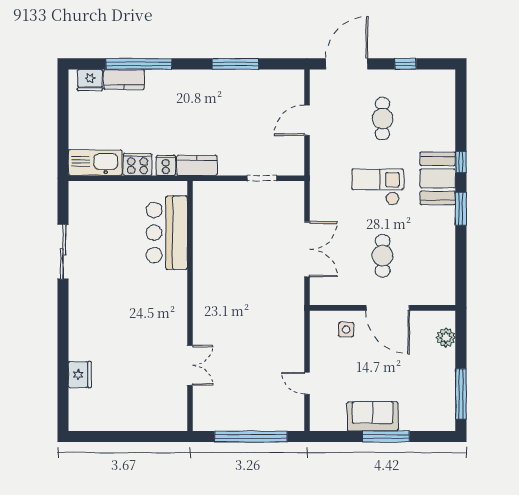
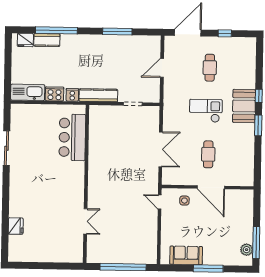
kitchen counter: (197, 165) -> (98, 95), width x1.50
plant: (446, 338) -> (247, 250), moved
door: (307, 383) -> (160, 202), moved
sofa: (373, 416) -> (186, 255), moved

